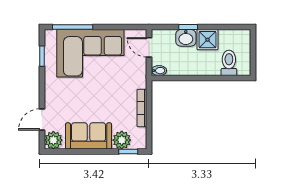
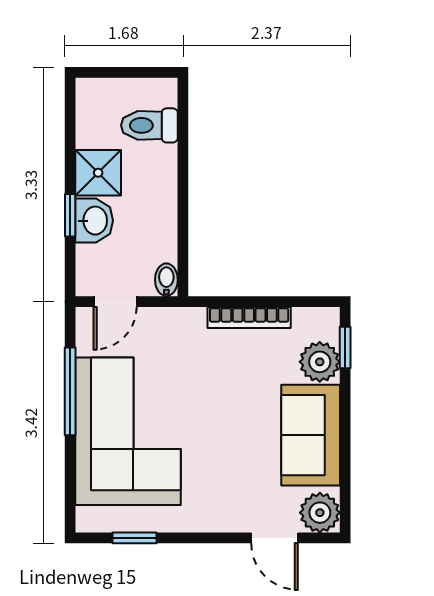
window: (73, 27) -> (70, 391), moved

